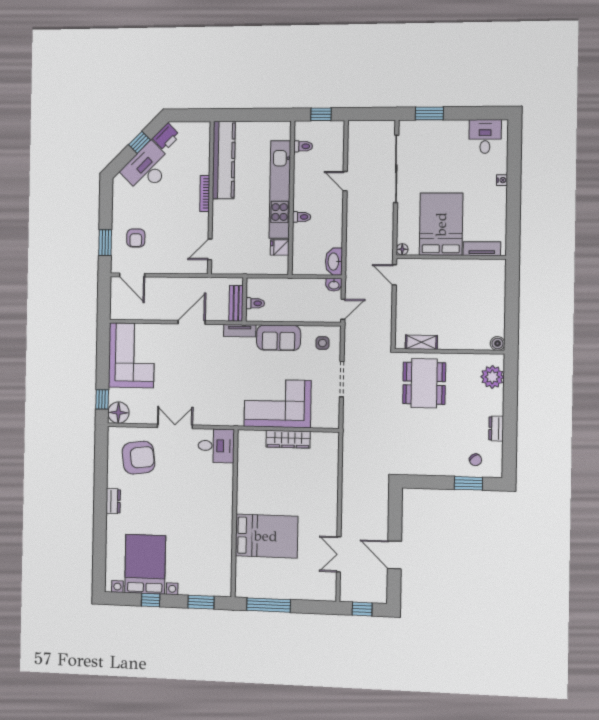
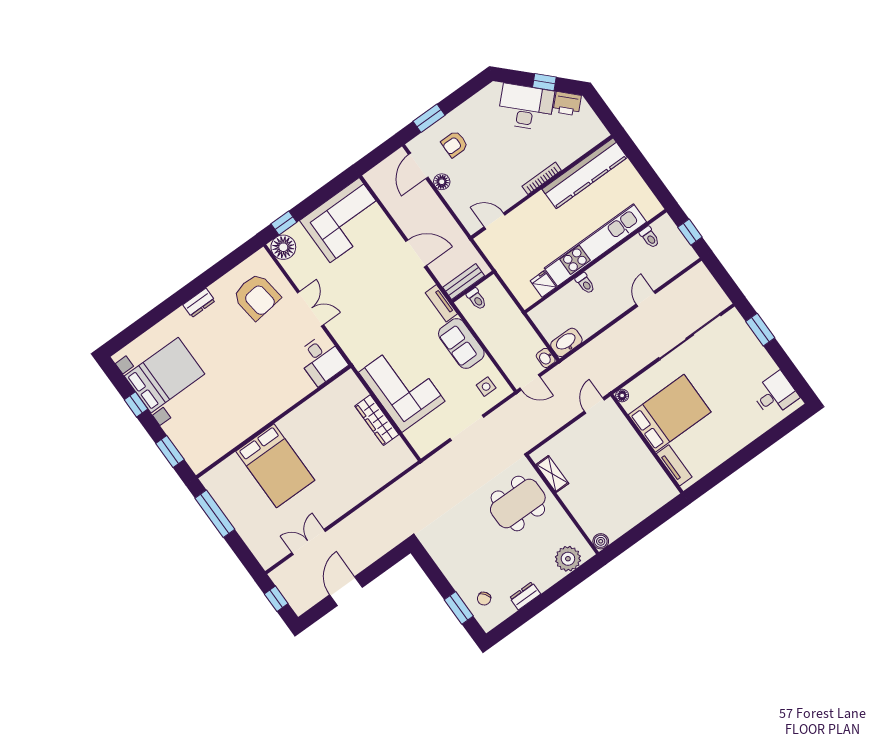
nightstand: (502, 180) -> (747, 438), removed
floor lamp: (155, 267) -> (442, 182), added

